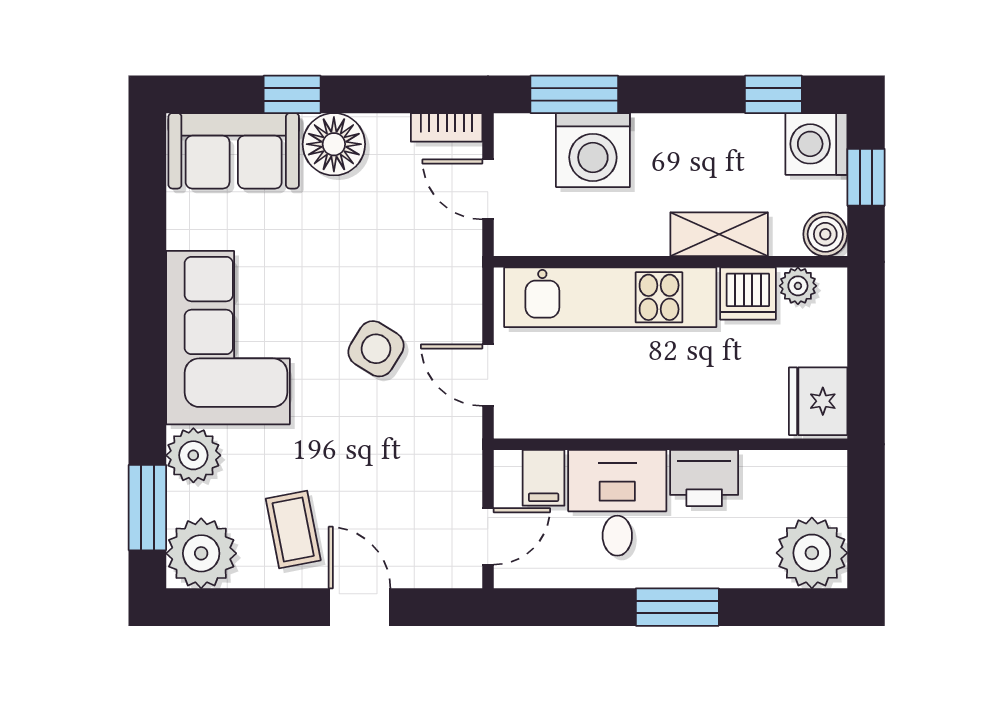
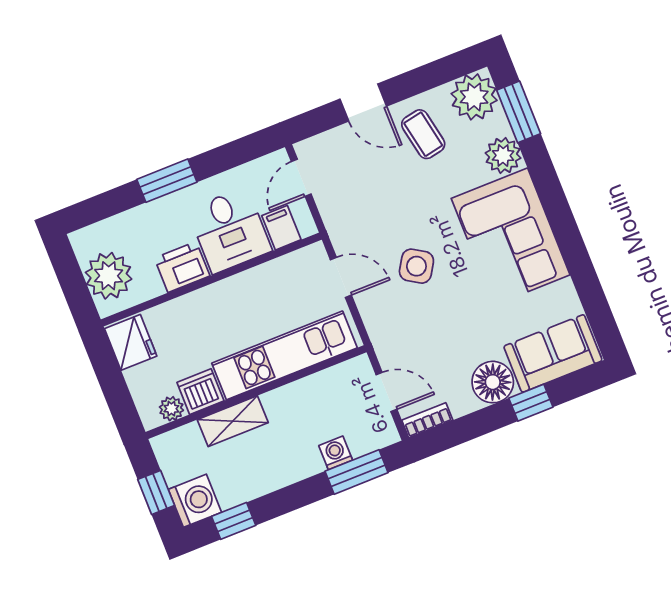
washing machine: (593, 150) -> (336, 453), width x0.53, depth x0.53
boiler: (825, 234) -> (167, 447), removed
plant: (812, 553) -> (109, 276), moved

